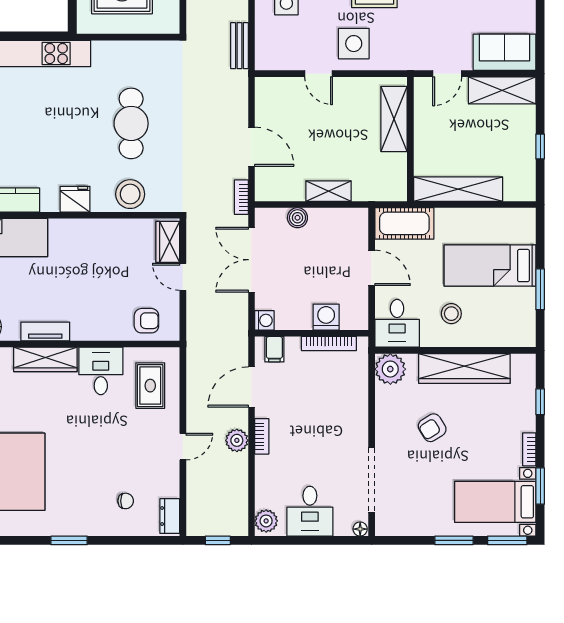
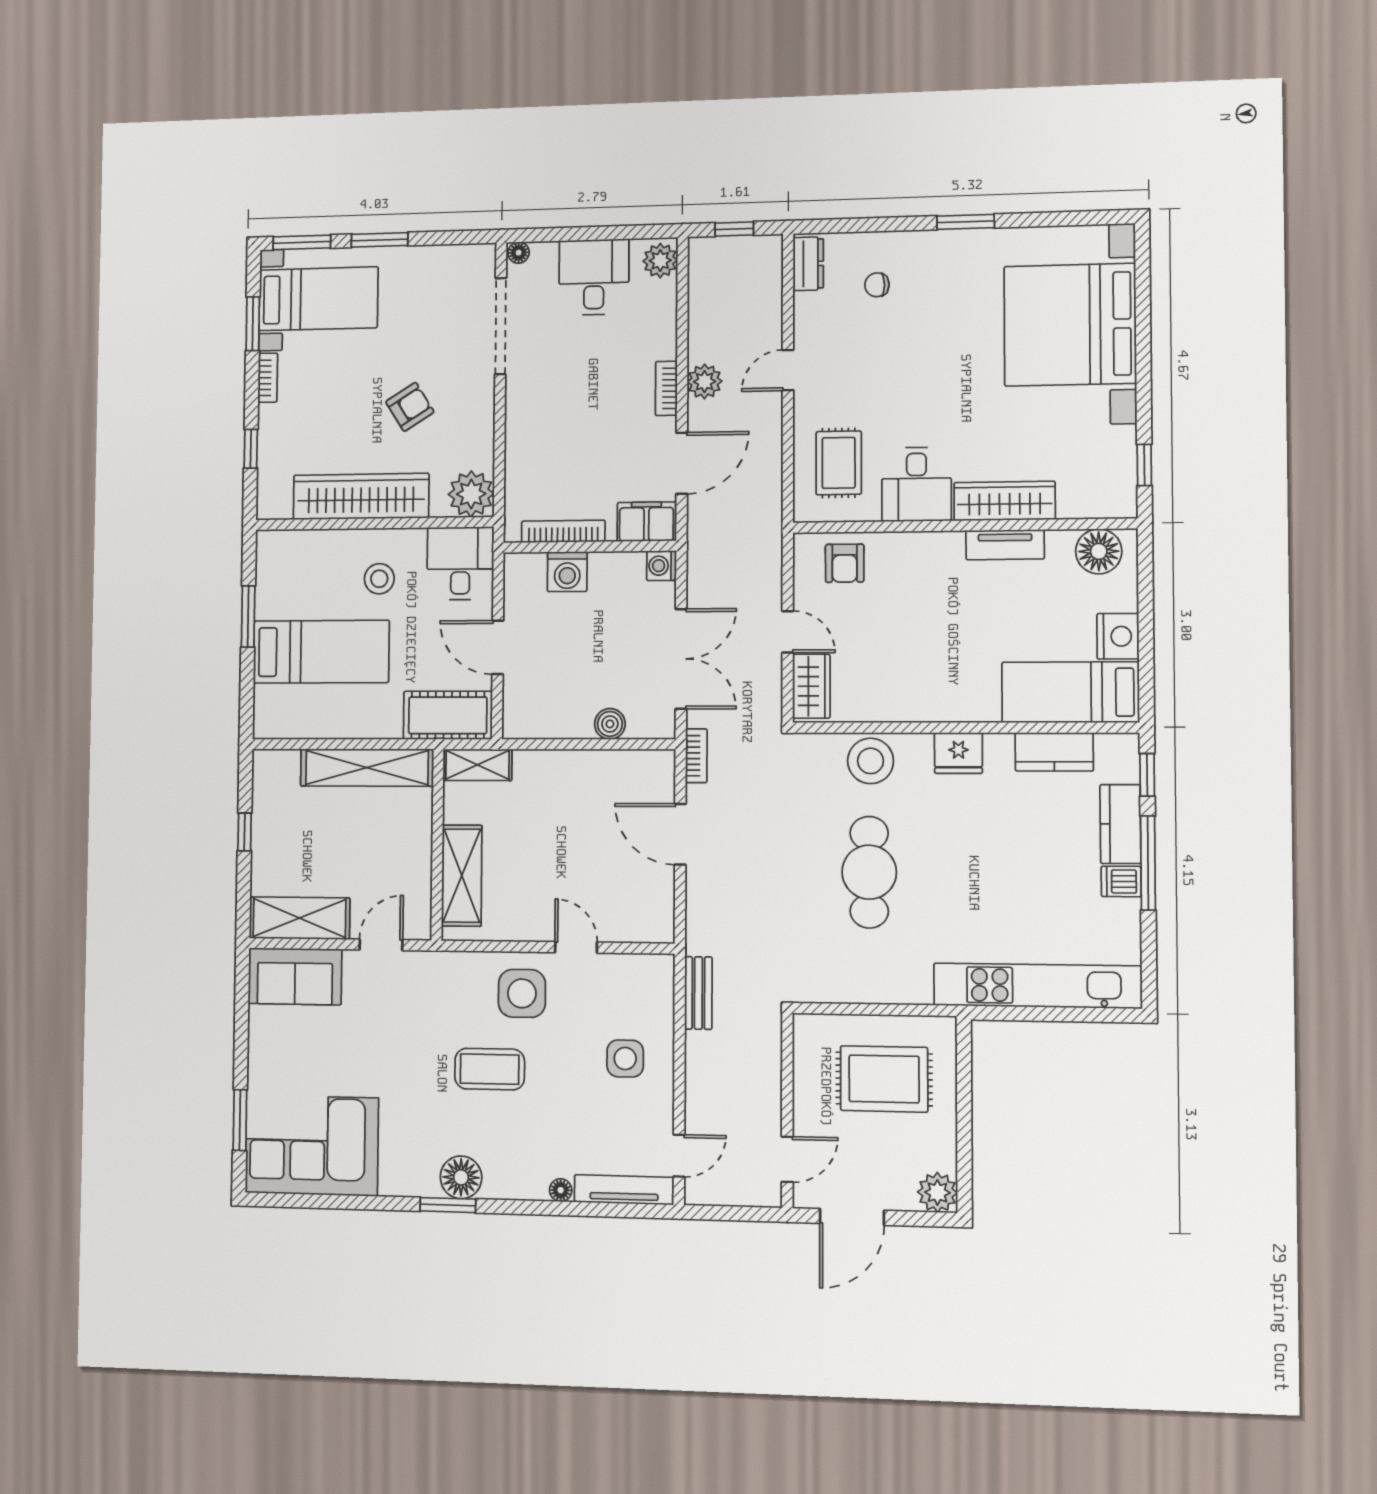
shelving: (328, 191) -> (477, 765), moved
armchair: (146, 321) -> (845, 563), turned -90
filing cabinet: (274, 349) -> (646, 522), width x2.00

